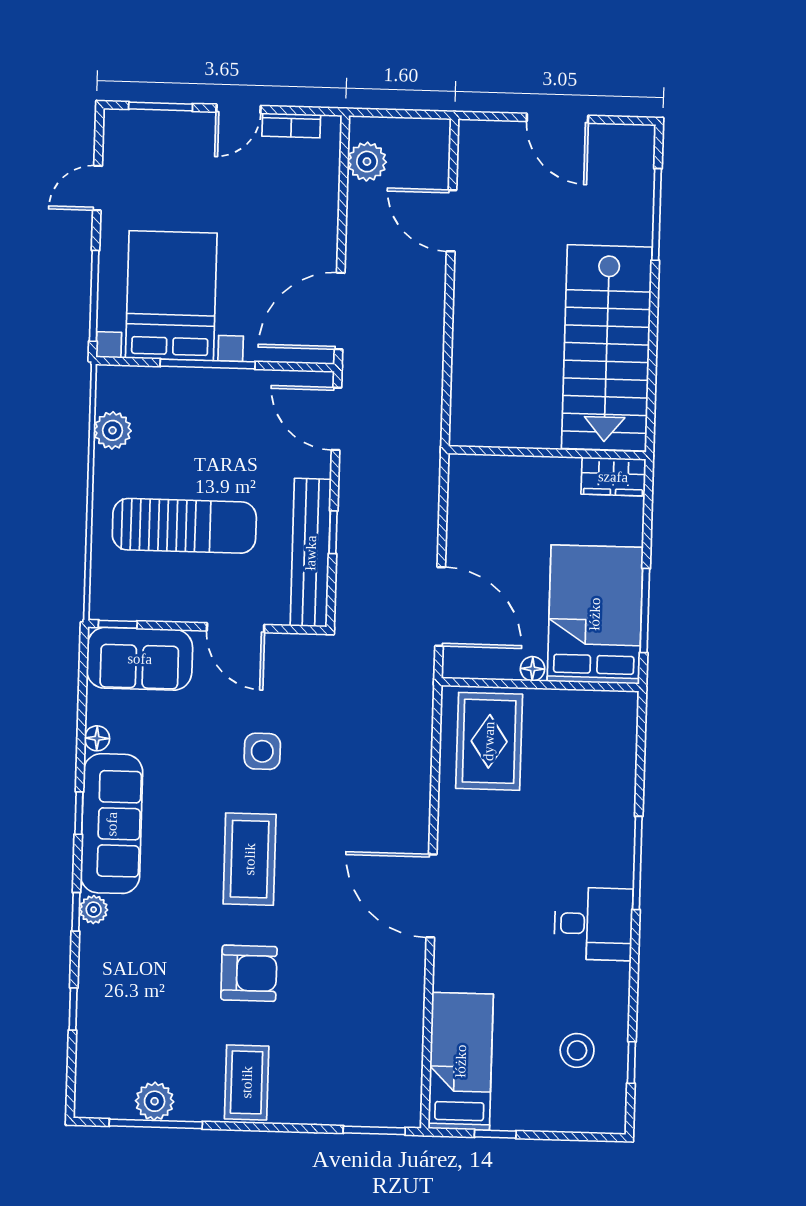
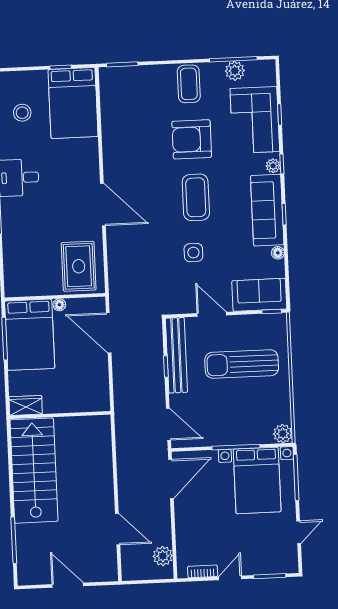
plant: (113, 430) -> (283, 434), moved
door: (432, 896) -> (103, 204), moved
armchair: (249, 973) -> (192, 139), width x1.36, depth x1.36
corner sofa: (122, 1002) -> (255, 120), added
bed: (461, 1061) -> (73, 103), width x1.50

